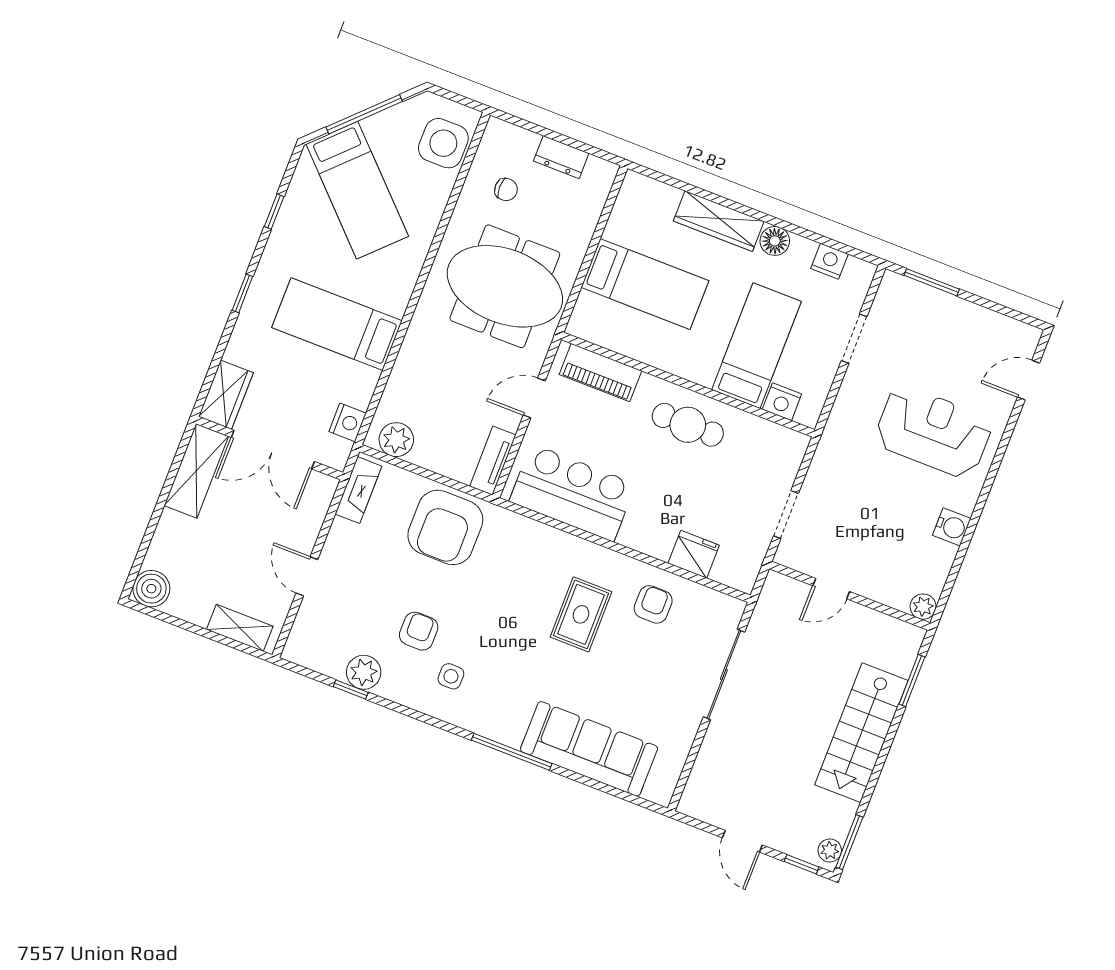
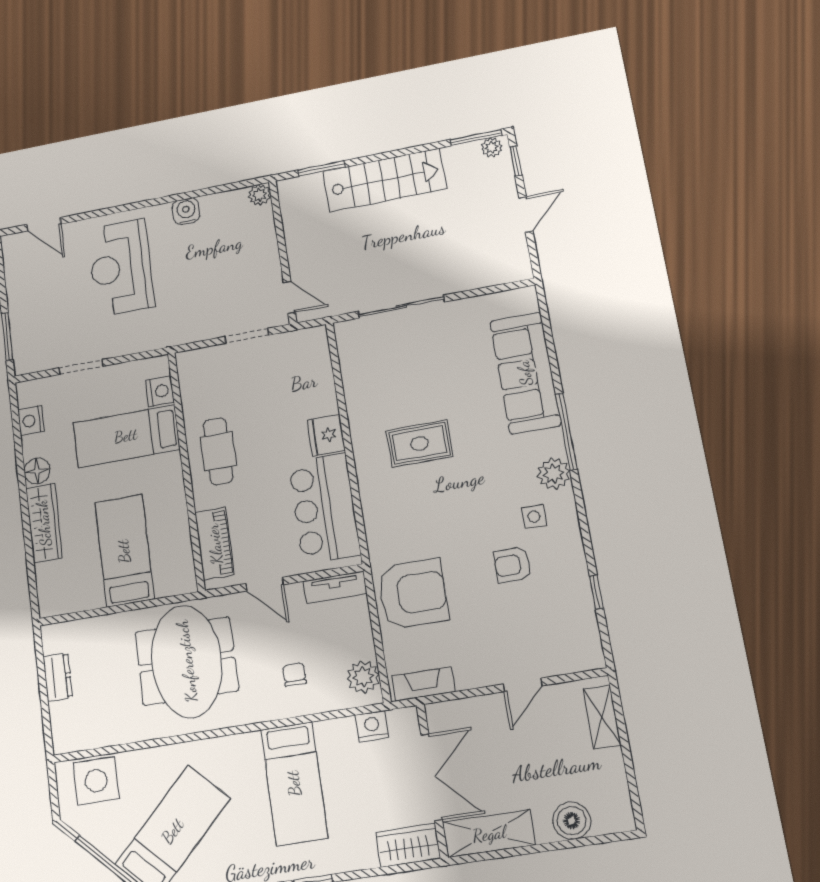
chair: (506, 190) -> (294, 675), moved
fridge: (694, 554) -> (326, 435), moved
boiler: (151, 589) -> (572, 821), moved
door: (831, 589) -> (289, 297), moved
armchair: (653, 604) -> (378, 393), removed
plant: (364, 672) -> (554, 474), moved

